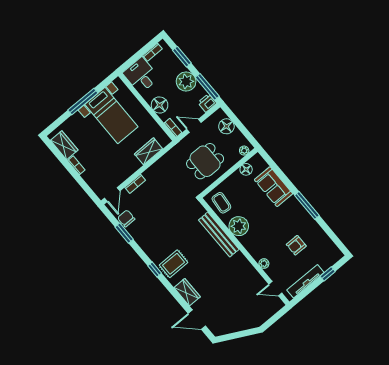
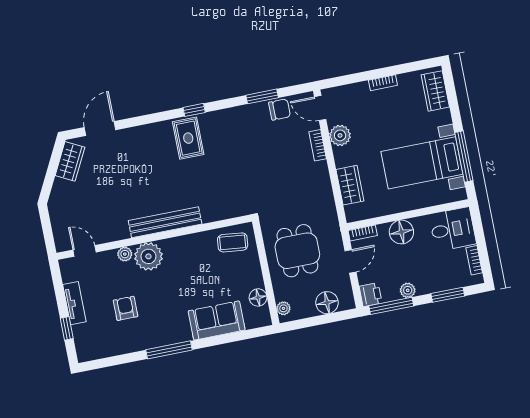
plant: (186, 81) -> (408, 290), width x0.53, depth x0.53
window: (83, 101) -> (464, 156), moved
wardrobe: (64, 145) -> (435, 91), moved, turned 90
plant: (122, 174) -> (340, 135), added
plant: (239, 226) -> (148, 256), moved
bench: (219, 235) -> (165, 222), moved
tv unit: (305, 281) -> (74, 303), width x0.71
door: (275, 289) -> (85, 251), hinge flipped
wardrobe: (187, 292) -> (70, 161), moved, turned -63

